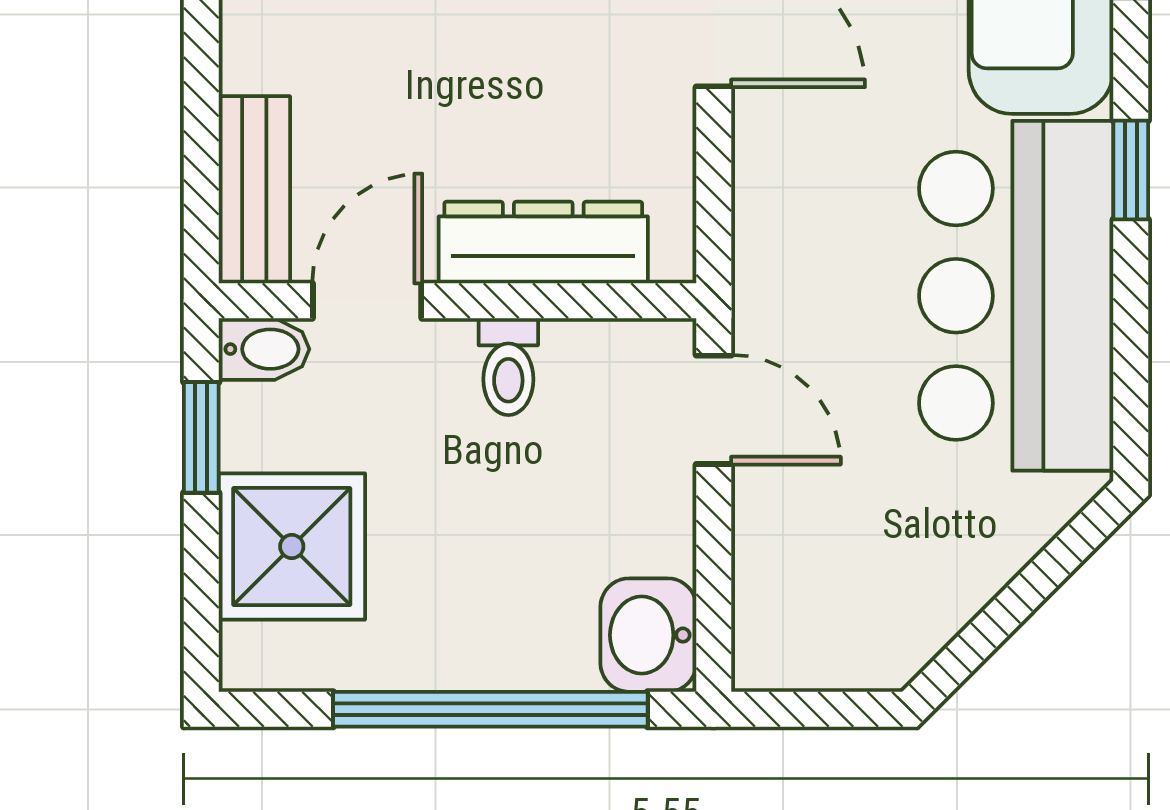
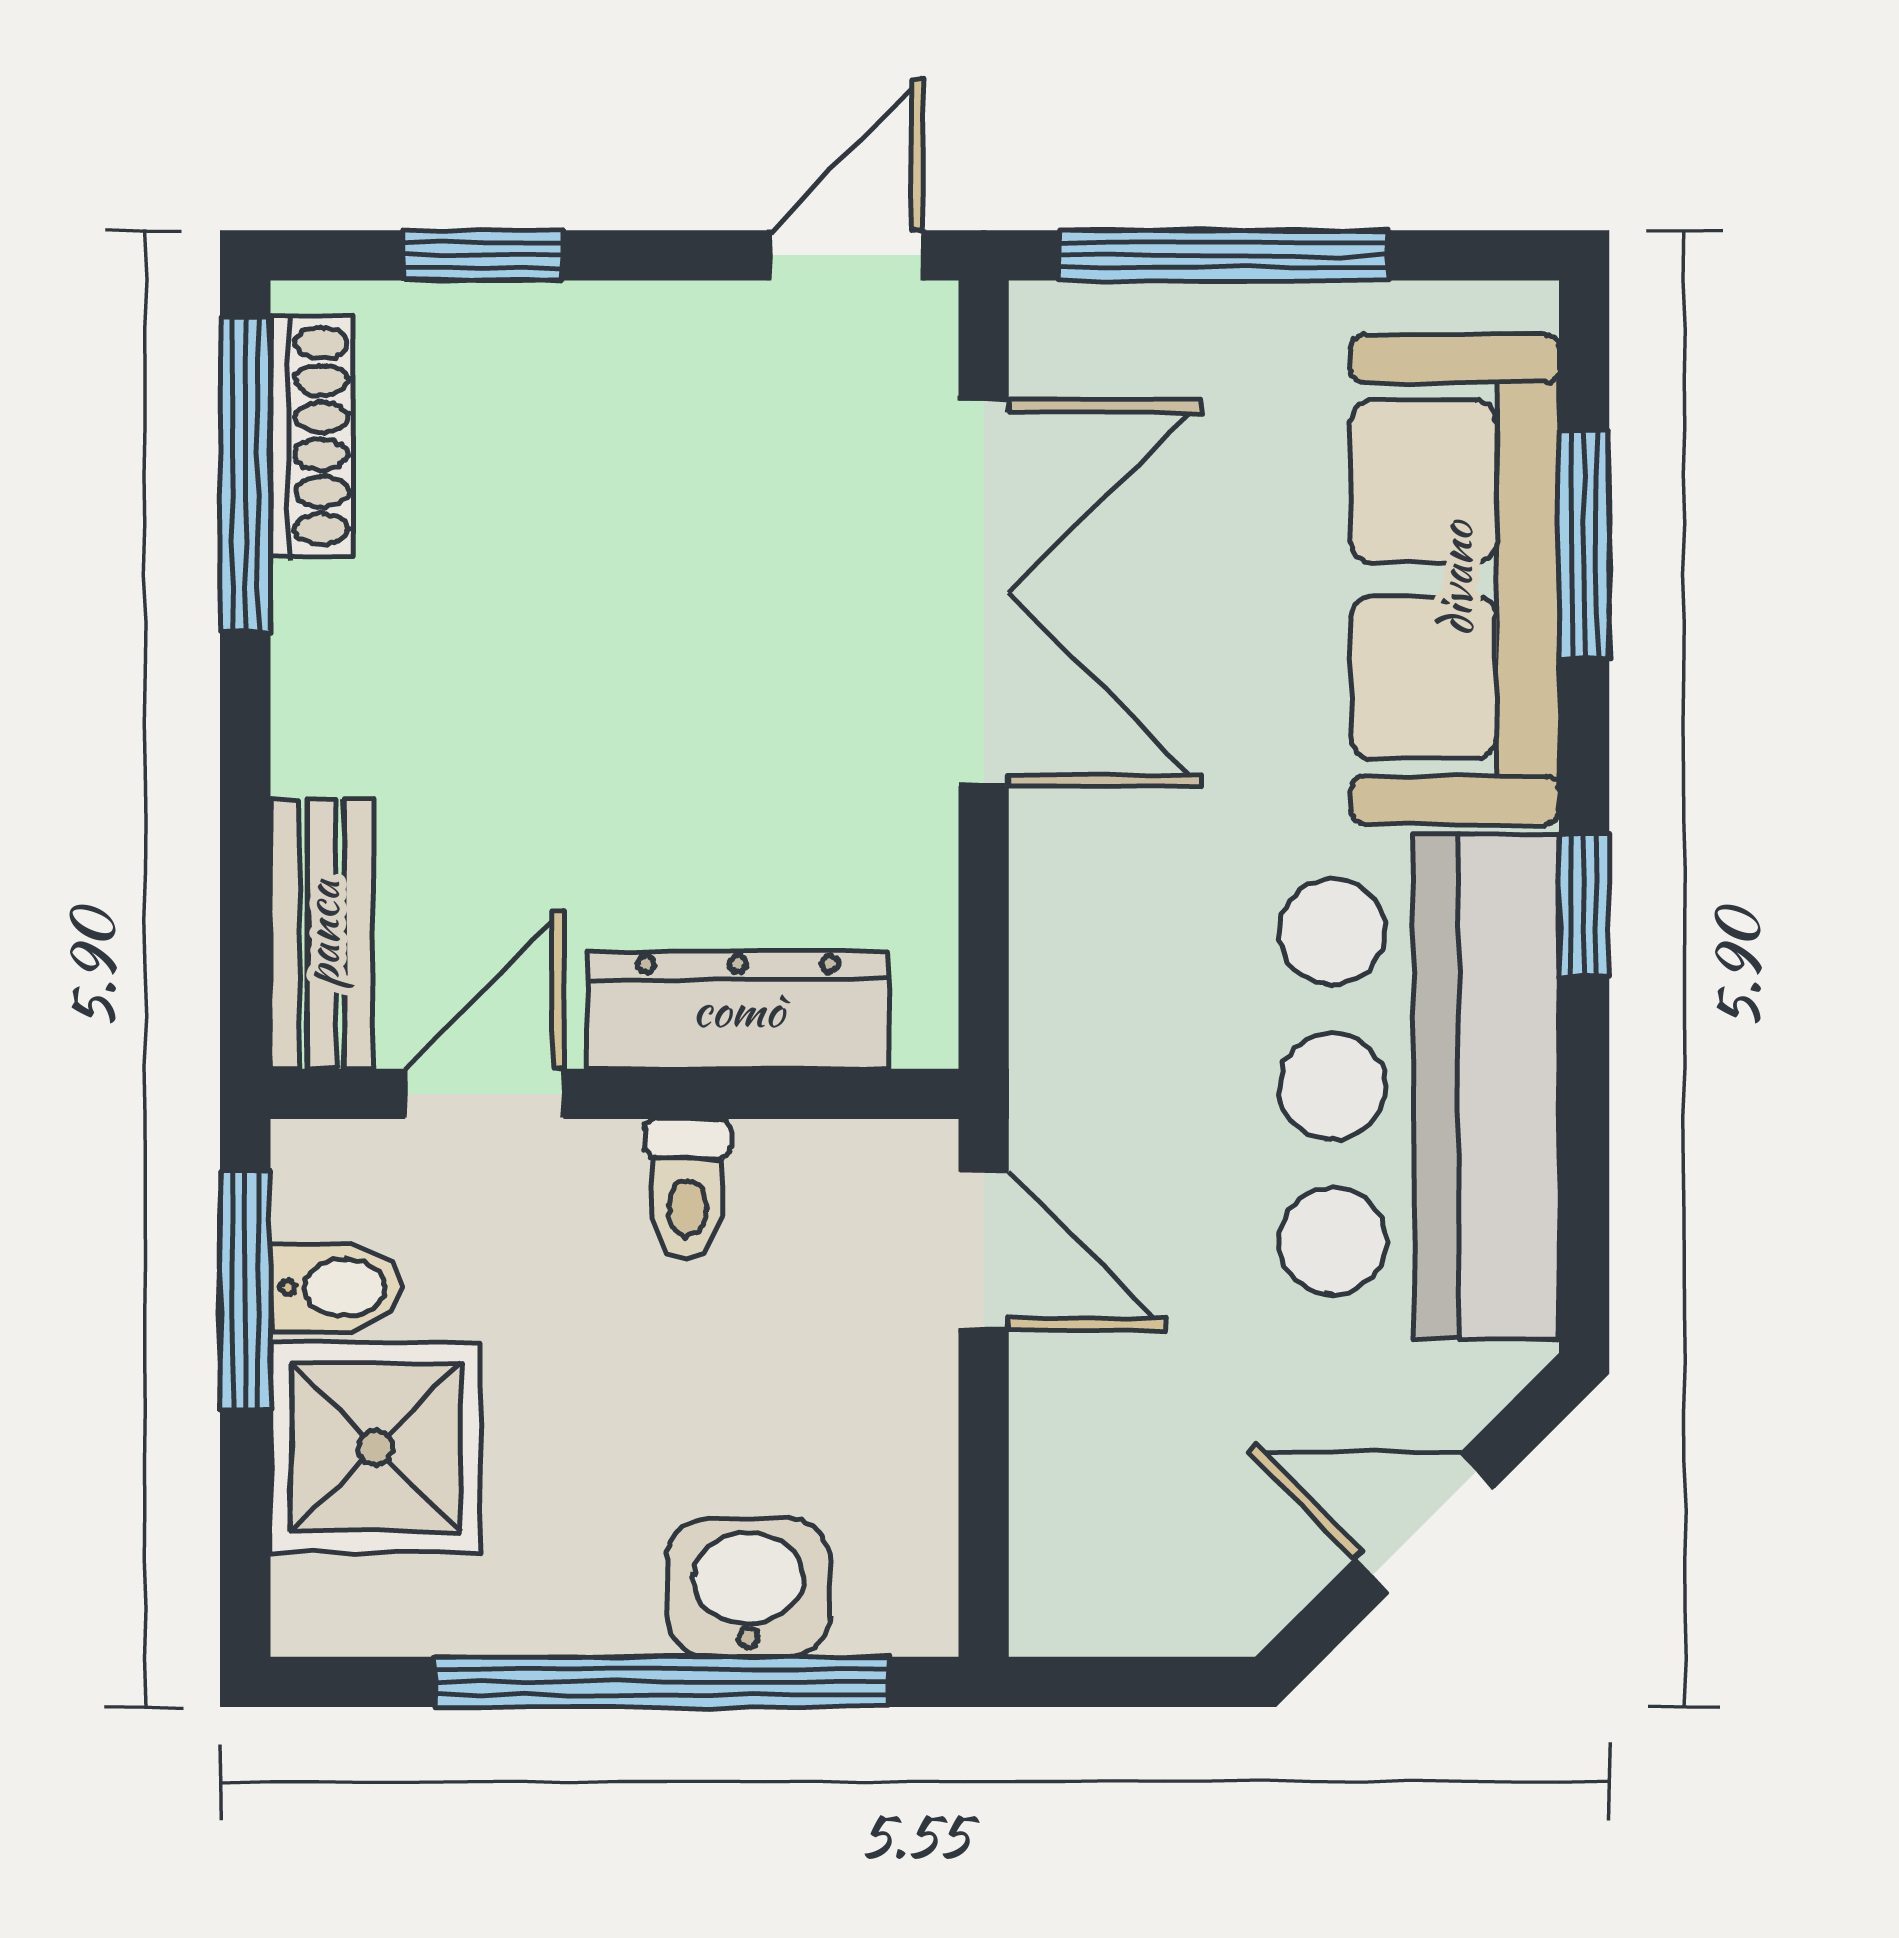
bidet: (264, 349) -> (336, 1288), moved
window: (201, 437) -> (245, 1290), width x1.50
door: (1020, 599) -> (1425, 1523), added
washbasin: (648, 635) -> (749, 1588), moved, turned 90

